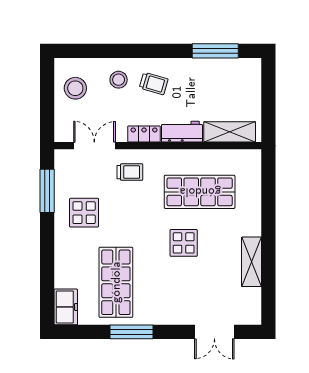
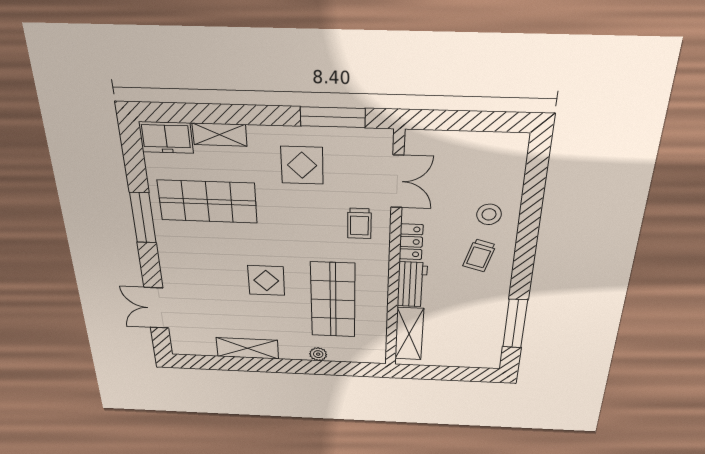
stool: (75, 88) -> (482, 160), removed
plant: (254, 204) -> (318, 354), added
shelving: (62, 269) -> (220, 135), added

